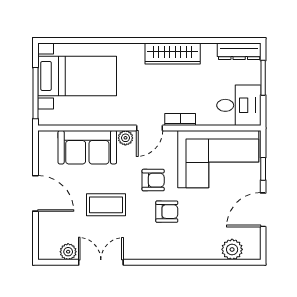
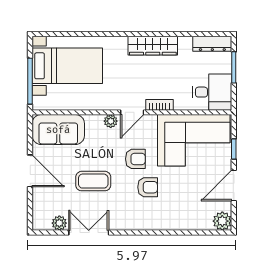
sofa: (87, 147) -> (58, 130), moved
plant: (232, 249) -> (222, 221), moved

